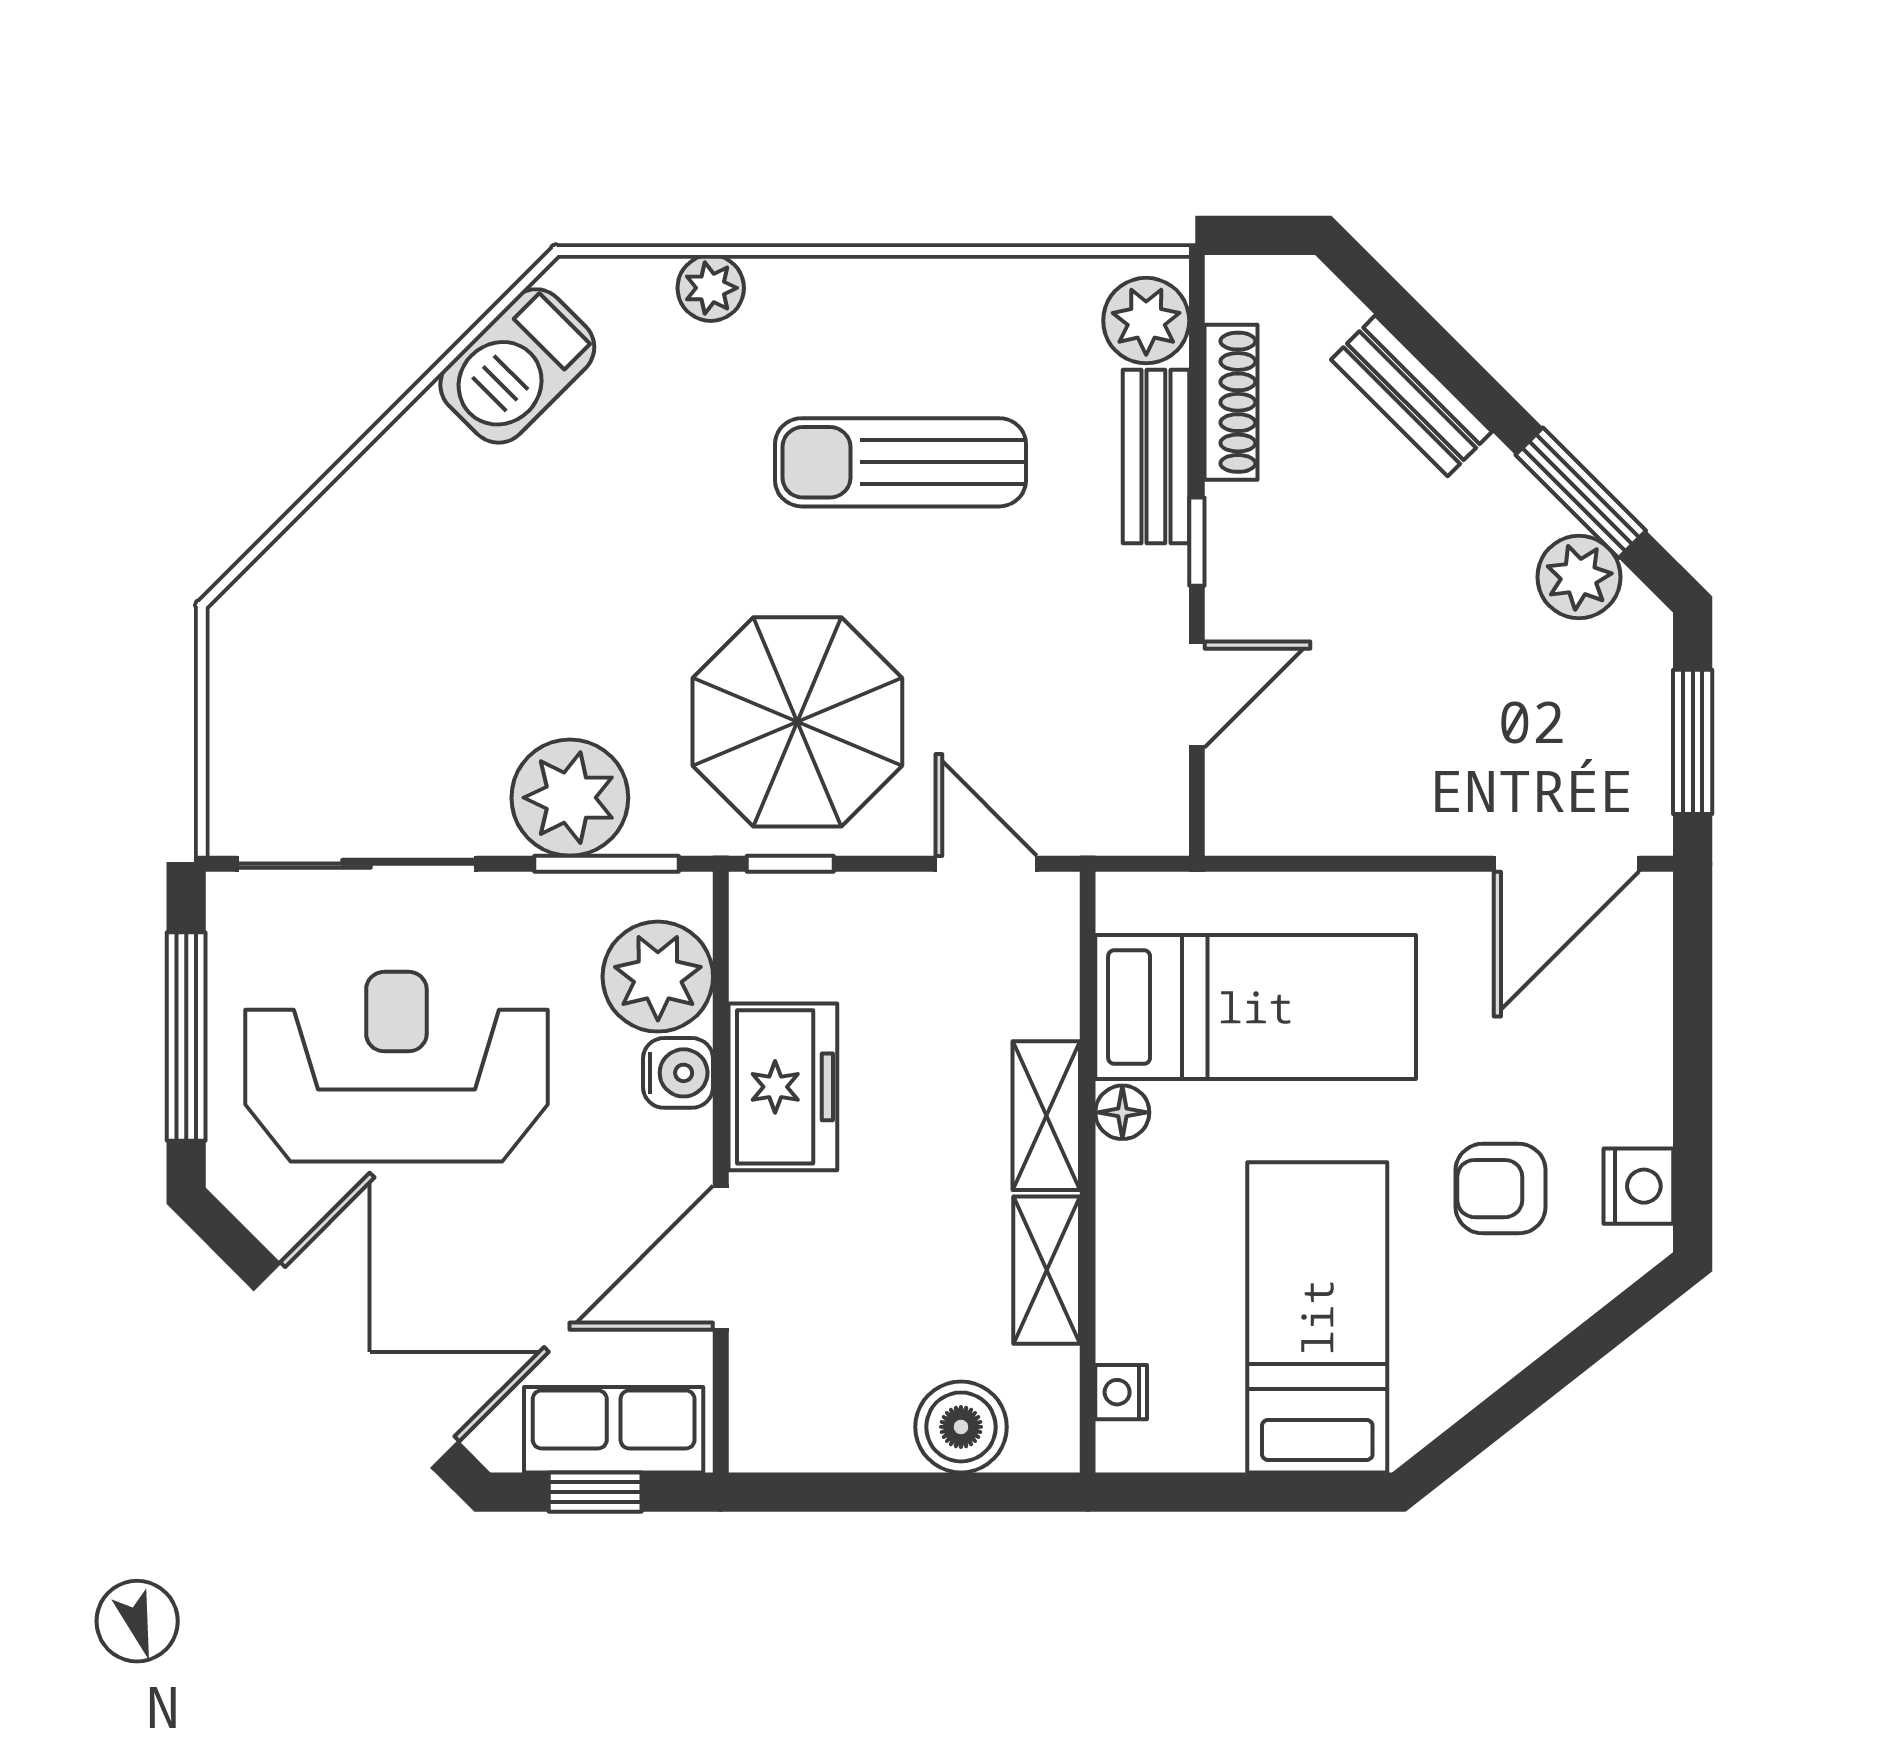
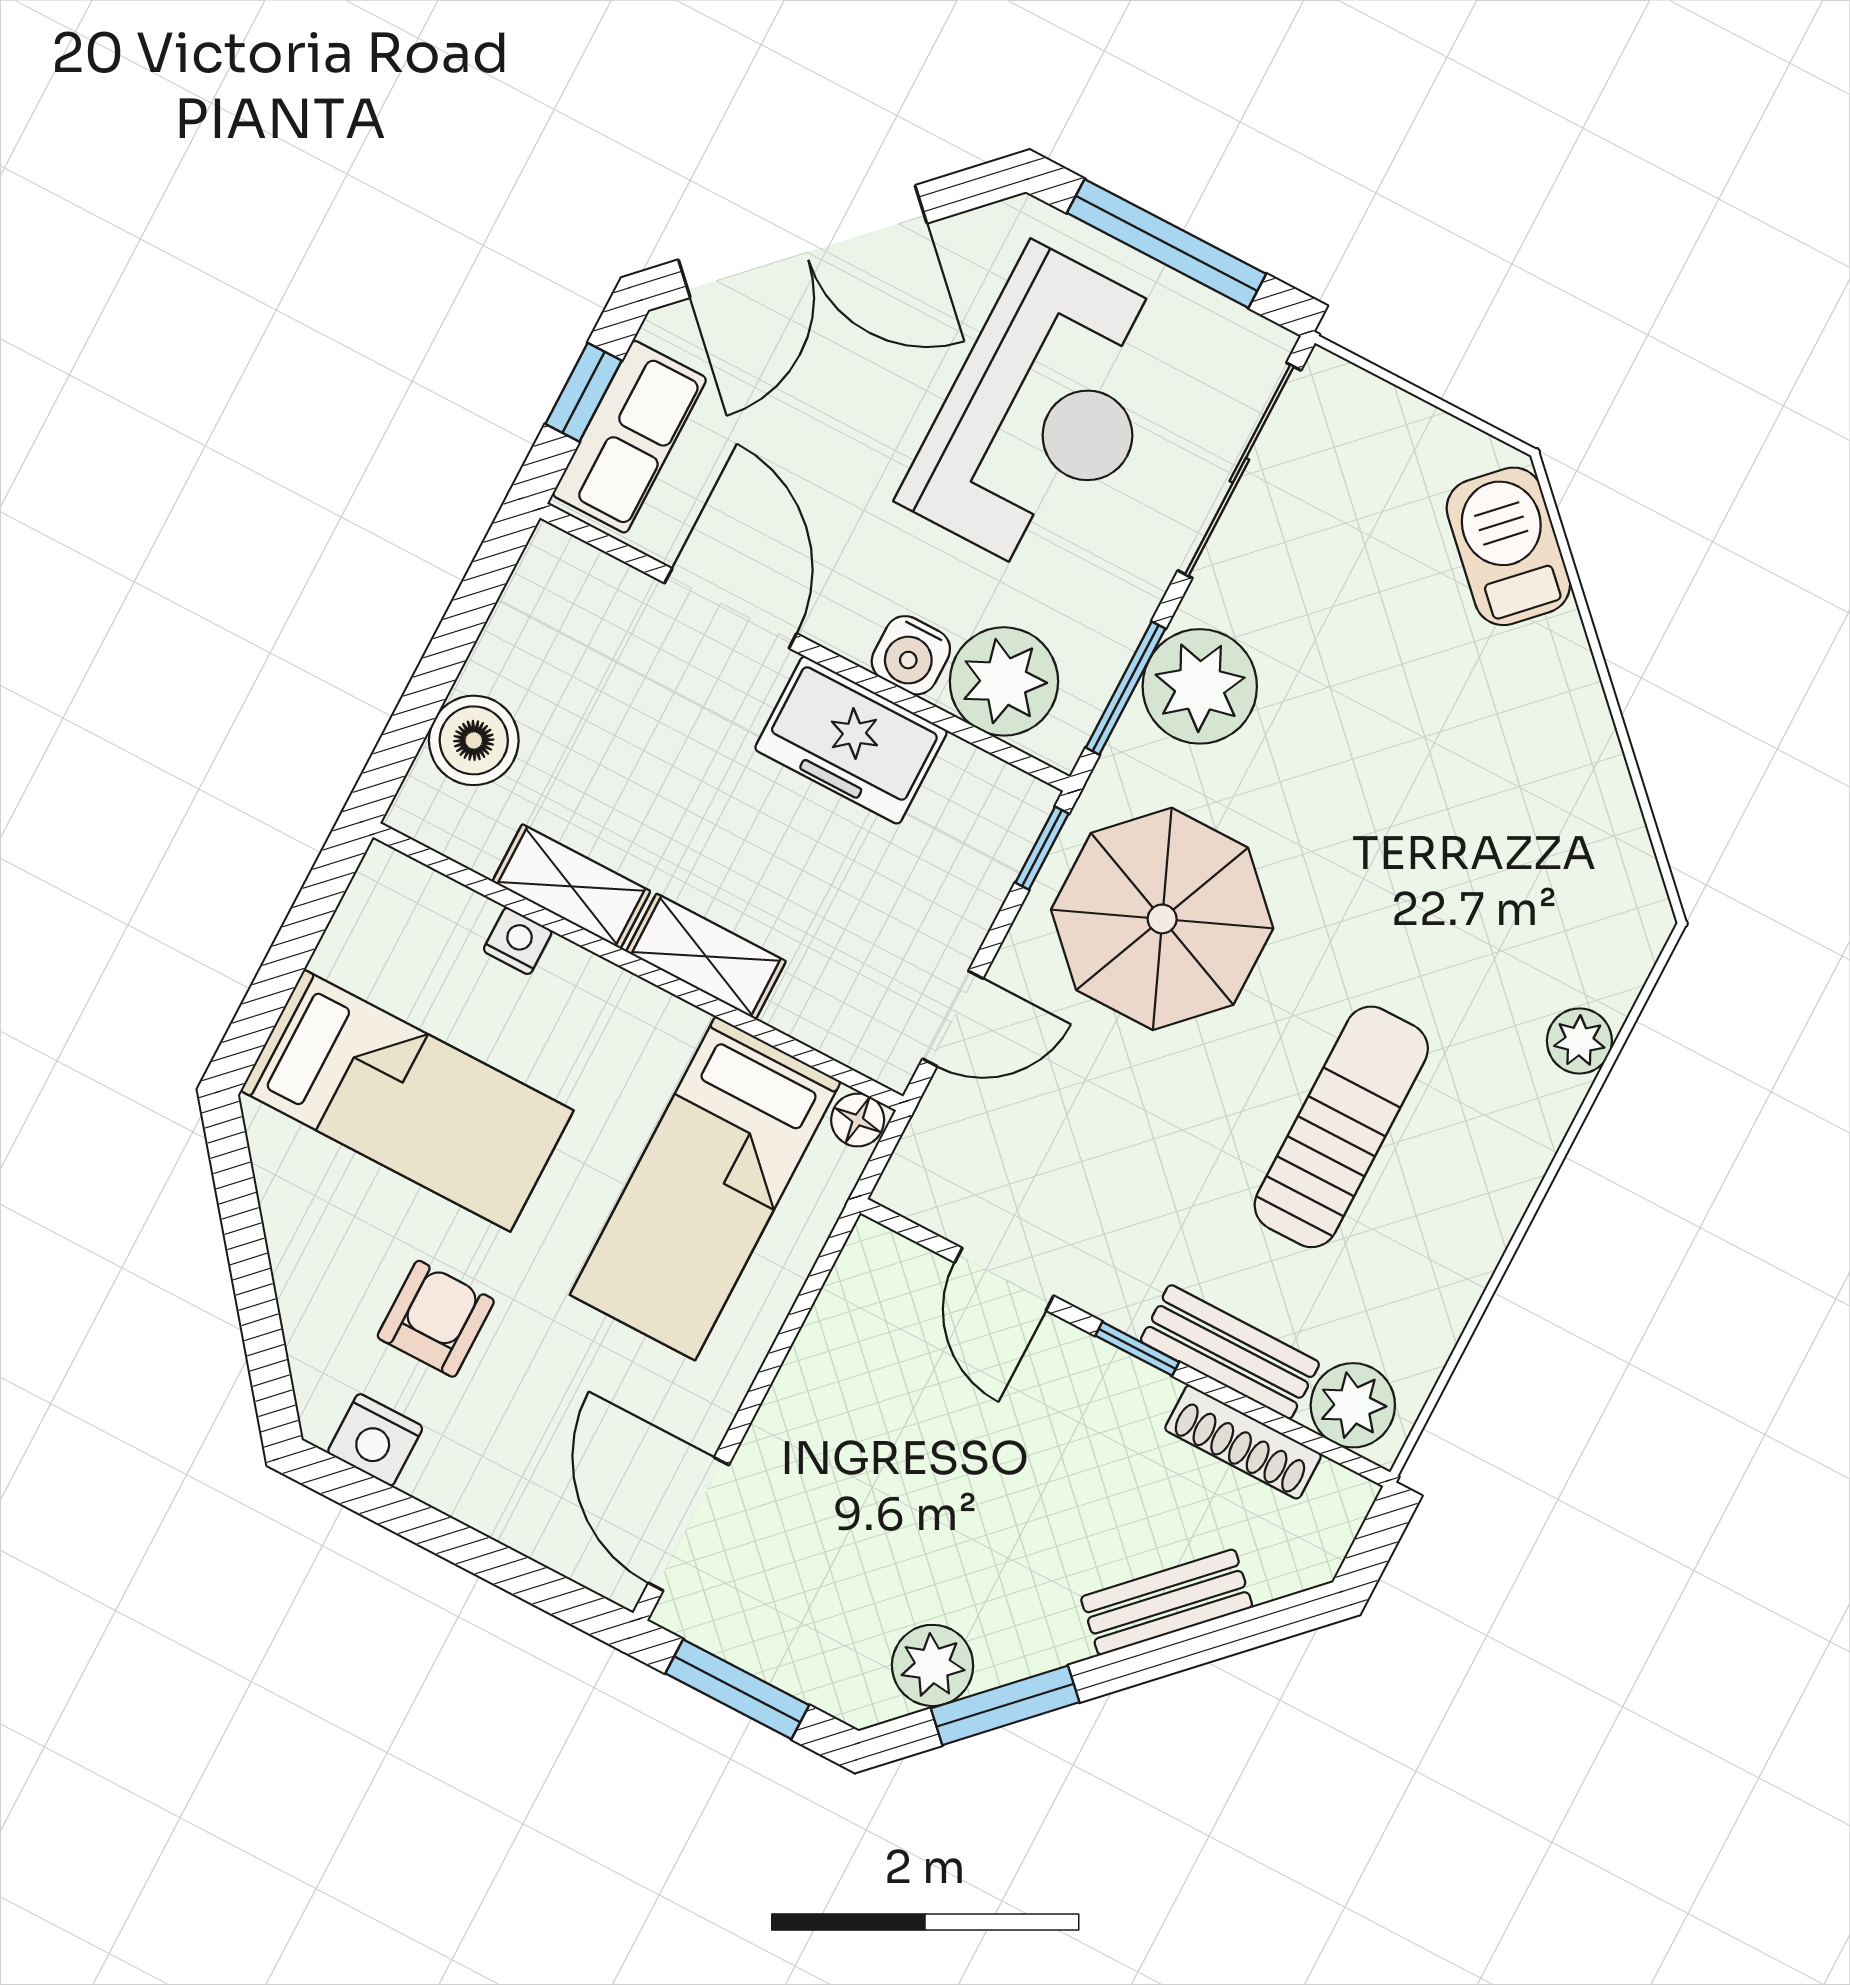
barbecue: (517, 366) -> (1508, 546), moved
floor lamp: (1122, 1112) -> (858, 1120), moved
nightstand: (1121, 1392) -> (518, 941), moved

